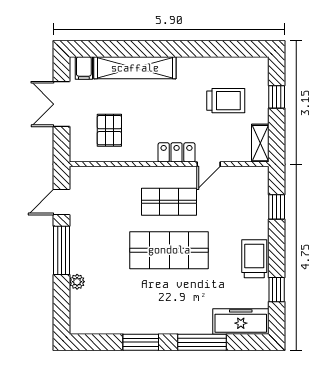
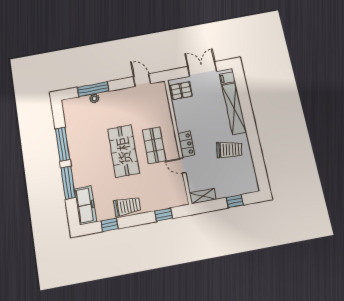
trolley: (226, 101) -> (229, 150), moved, turned -81
pallet: (109, 130) -> (181, 91), moved
window: (61, 250) -> (93, 89), moved
window: (141, 342) -> (63, 144), width x1.44

